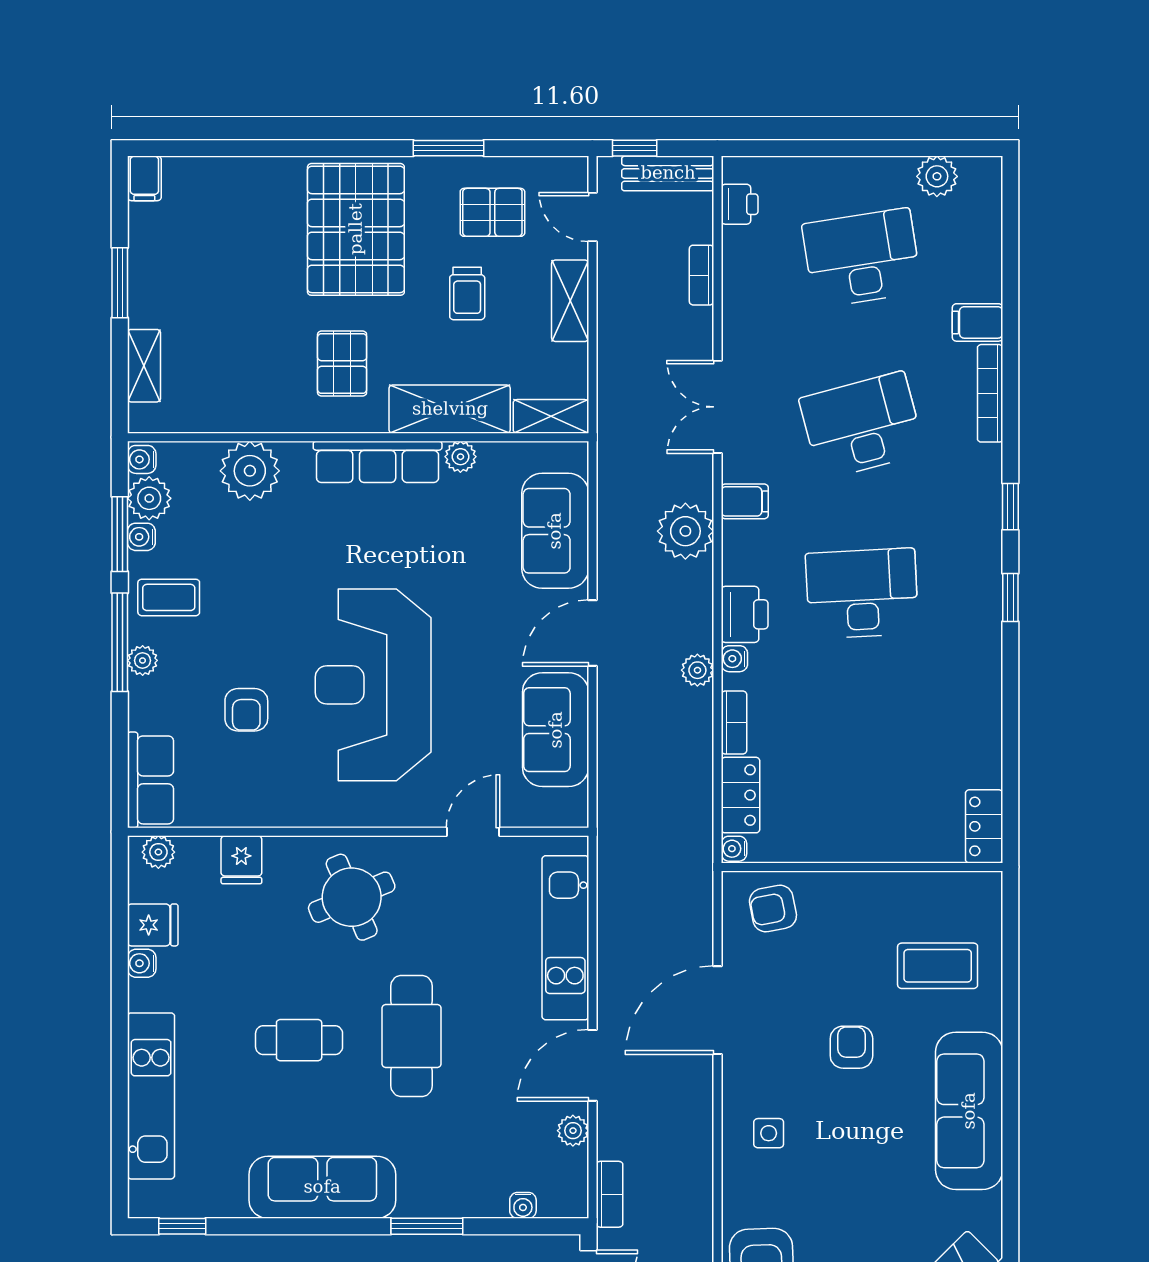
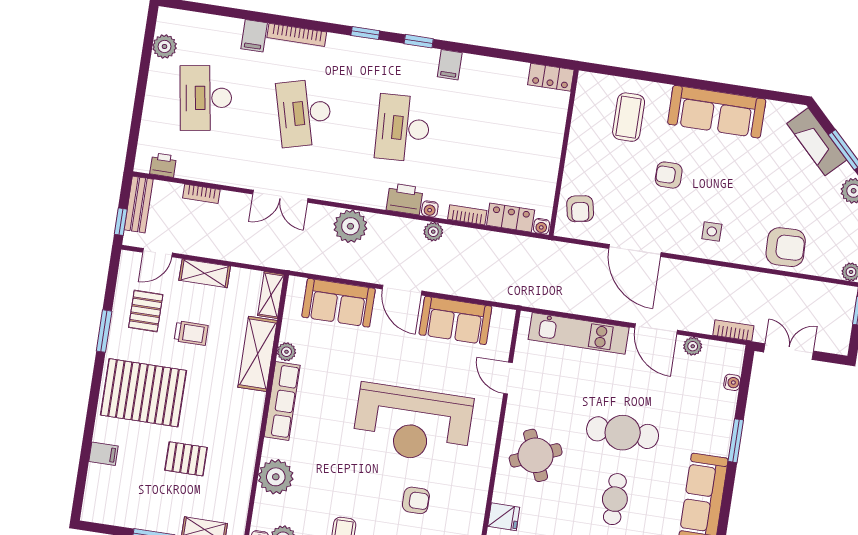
filing cabinet: (144, 178) -> (103, 454), moved
pallet: (342, 363) -> (186, 459), moved
filing cabinet: (745, 501) -> (450, 65), moved, turned 180

